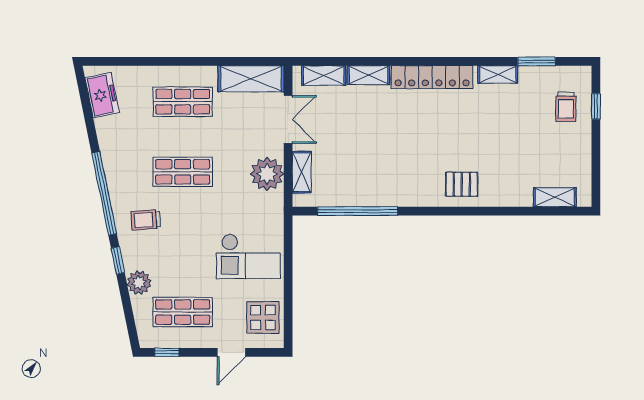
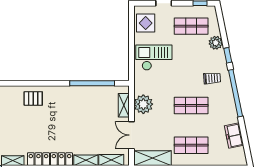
freezer: (102, 95) -> (234, 136), moved

